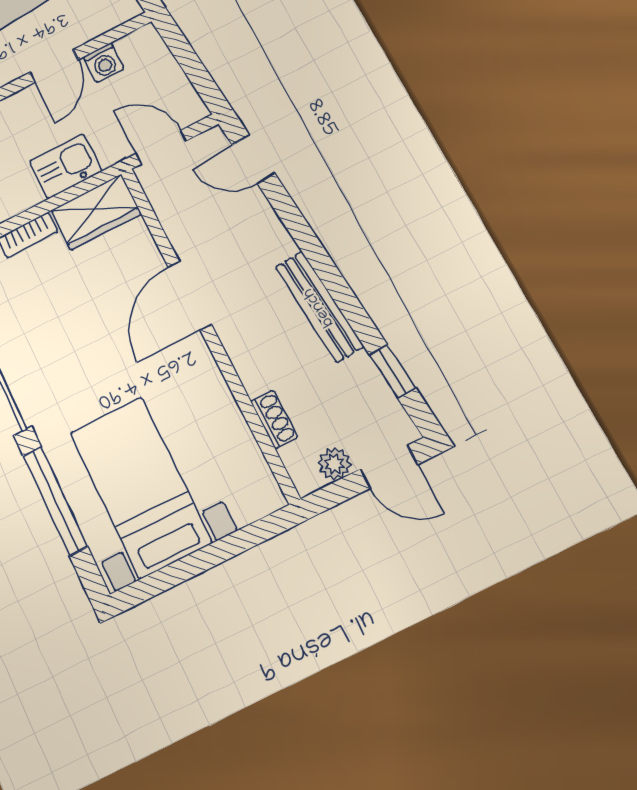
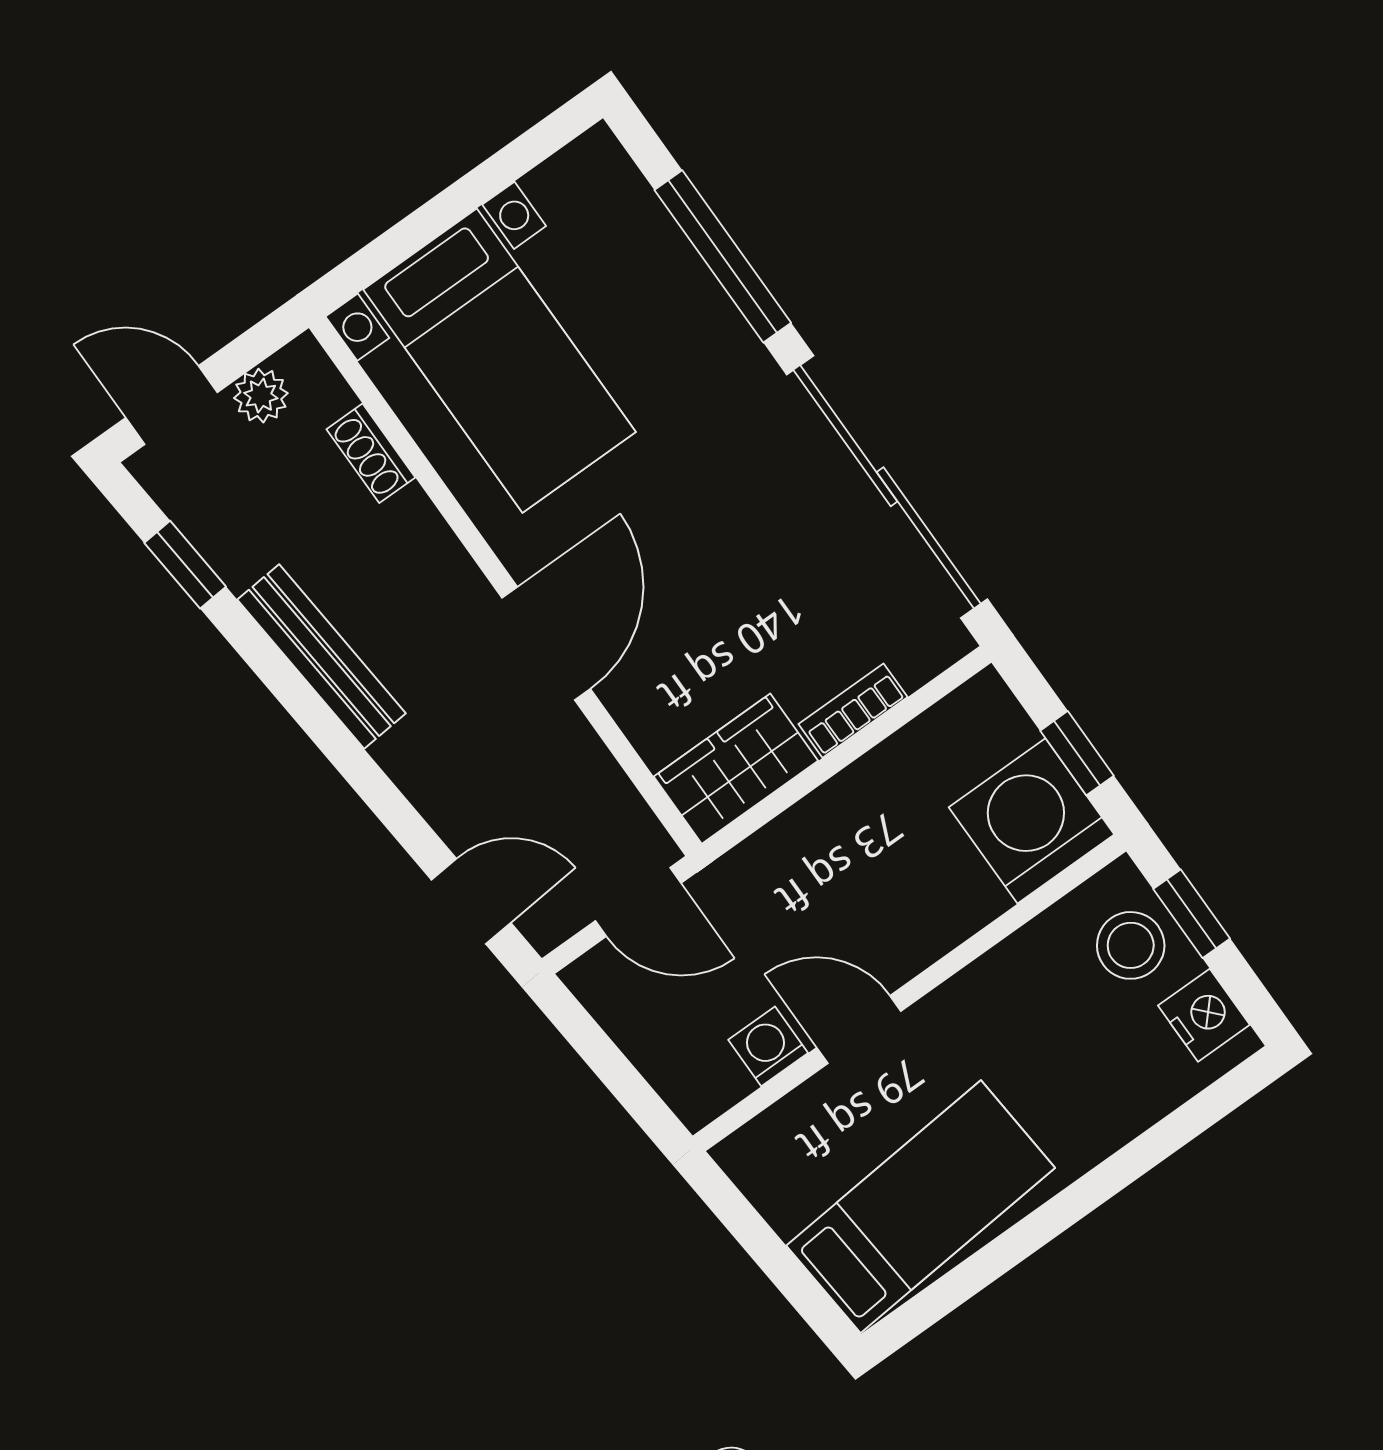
door: (54, 66) -> (859, 1029), hinge flipped
kitchen sink: (66, 166) -> (805, 845), removed
bed with nightstands: (141, 487) -> (500, 361), moved

